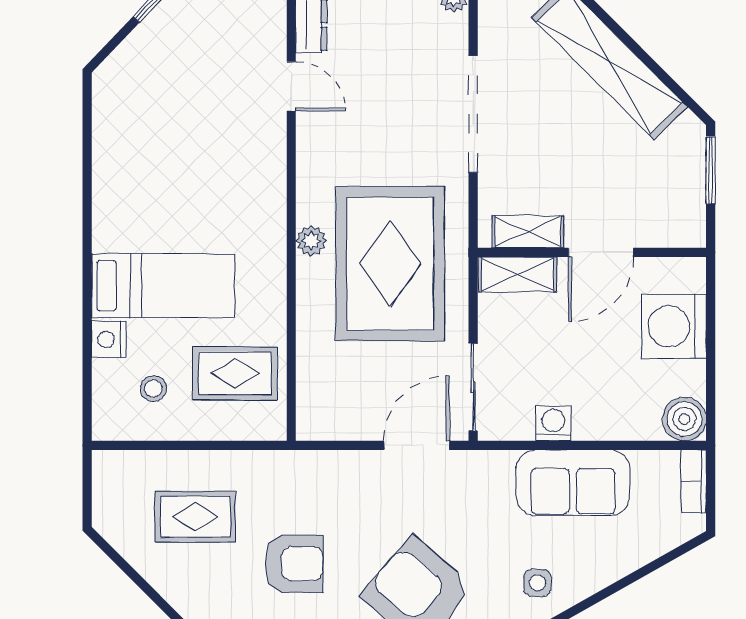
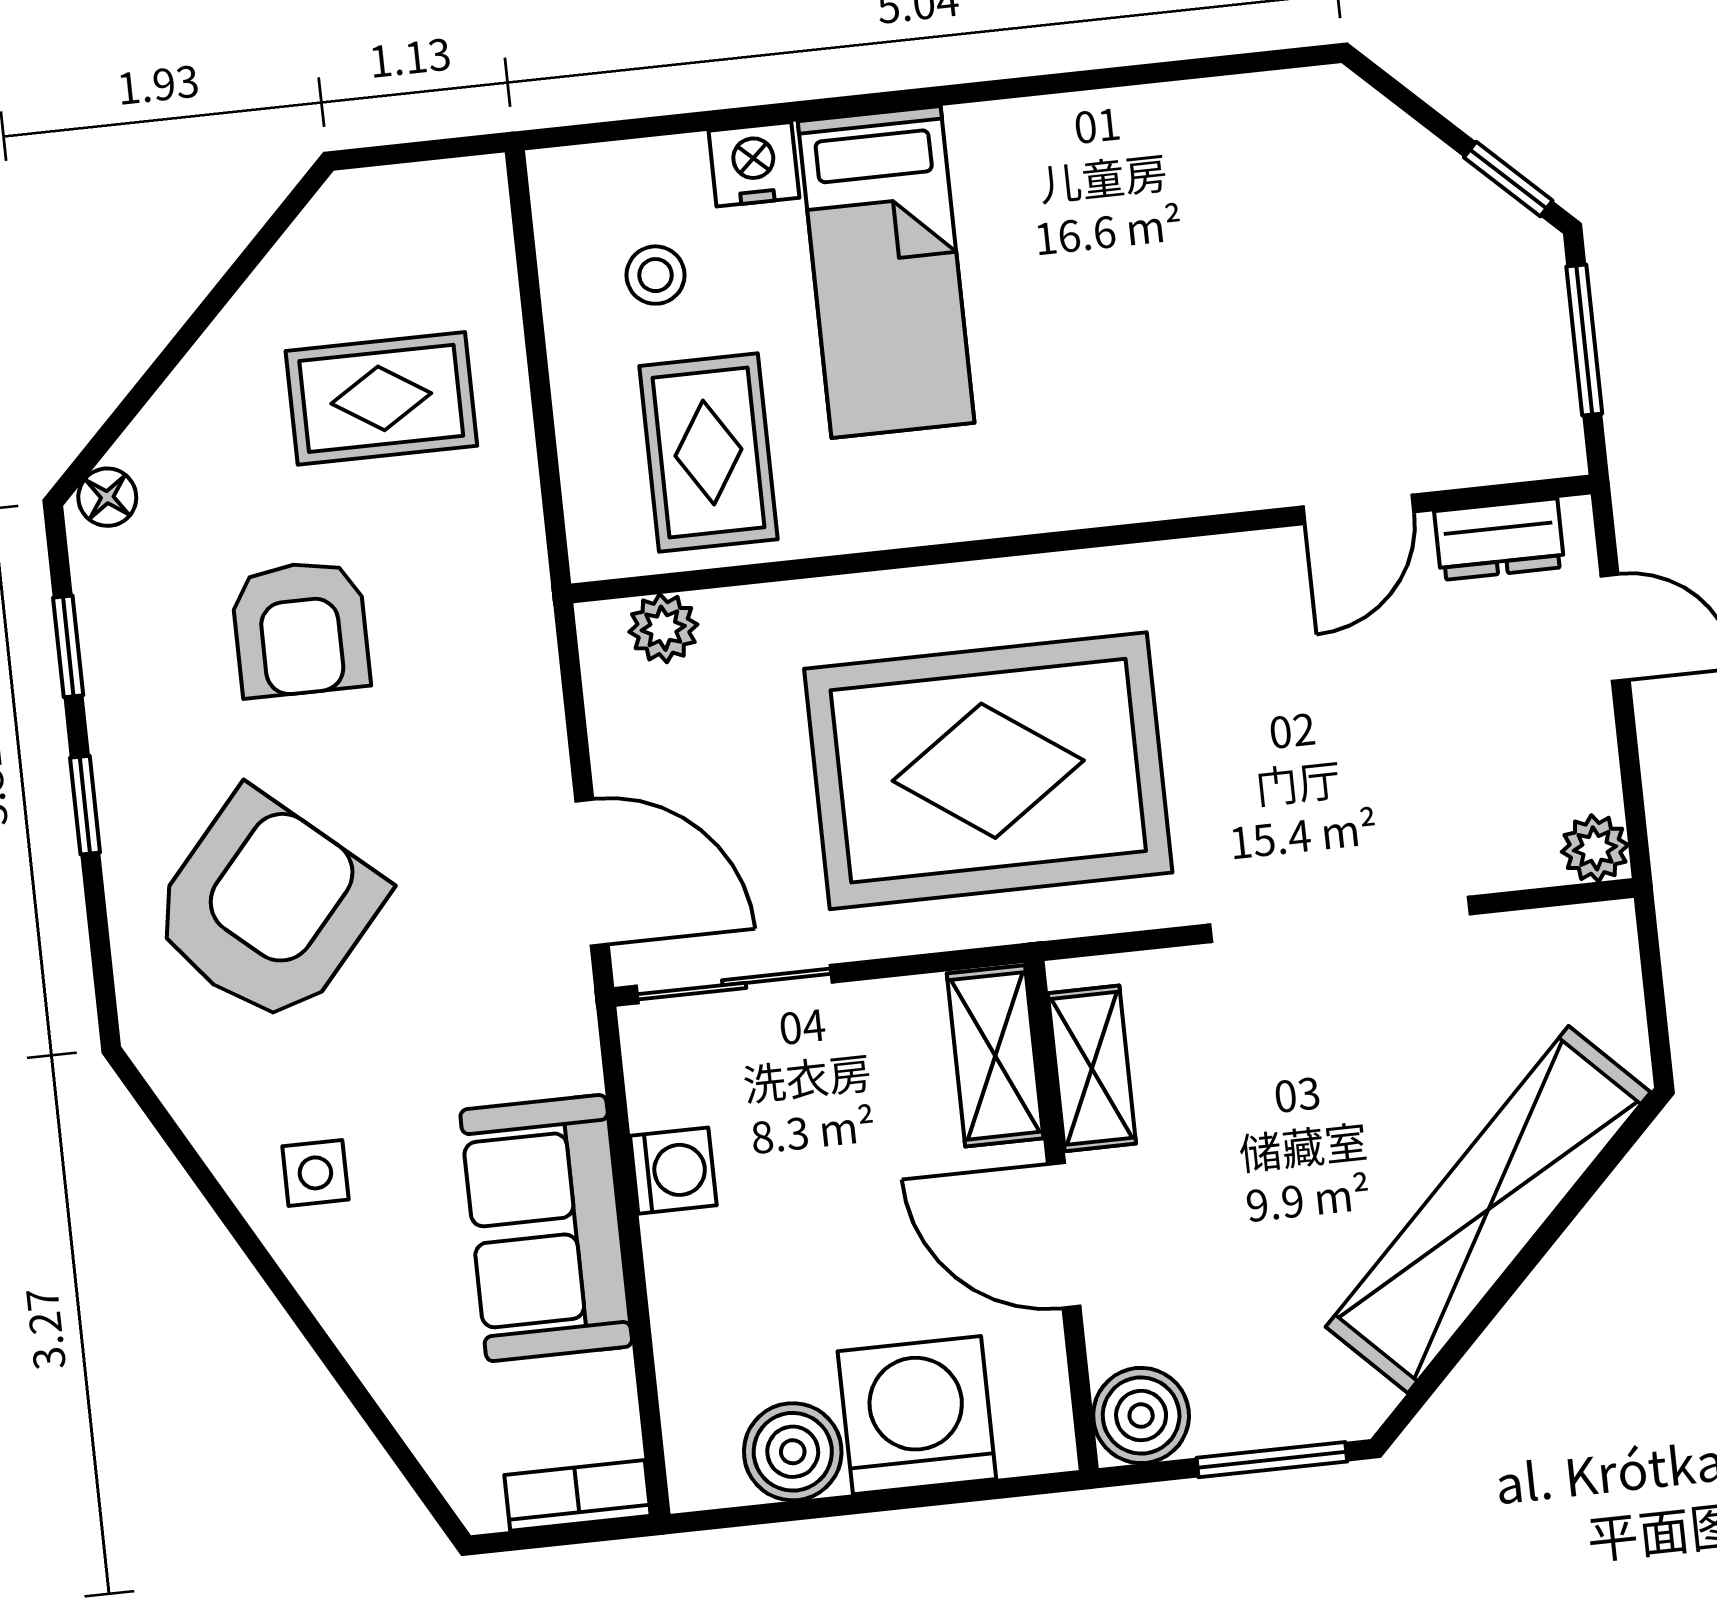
boiler: (685, 226) -> (1141, 1416), added
plant: (311, 241) -> (663, 628), moved
boiler: (684, 419) -> (793, 1452), moved
rug: (195, 517) -> (381, 398), turned 90

